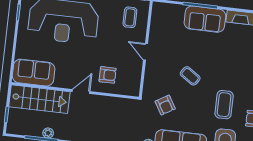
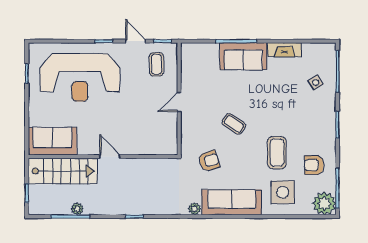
door: (146, 52) -> (179, 102), hinge flipped
armchair: (108, 75) -> (138, 134), removed
door: (81, 91) -> (110, 157), hinge flipped
armchair: (165, 105) -> (209, 161), turned -77

